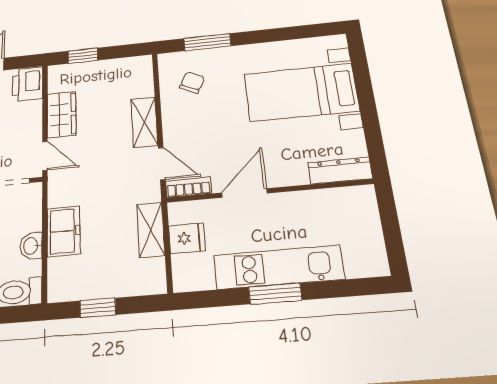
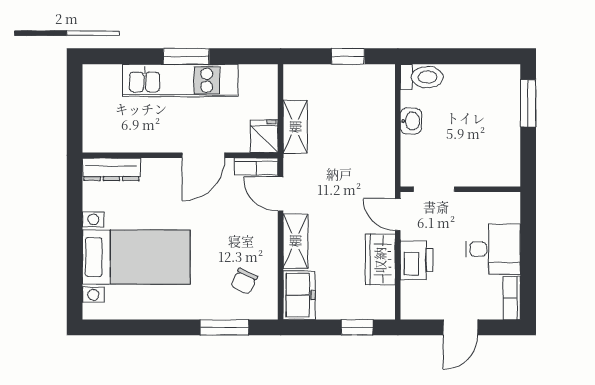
printer: (28, 84) -> (417, 260), moved
freezer: (63, 231) -> (299, 295), moved, turned 180
fridge: (187, 238) -> (264, 136), moved, turned 90

